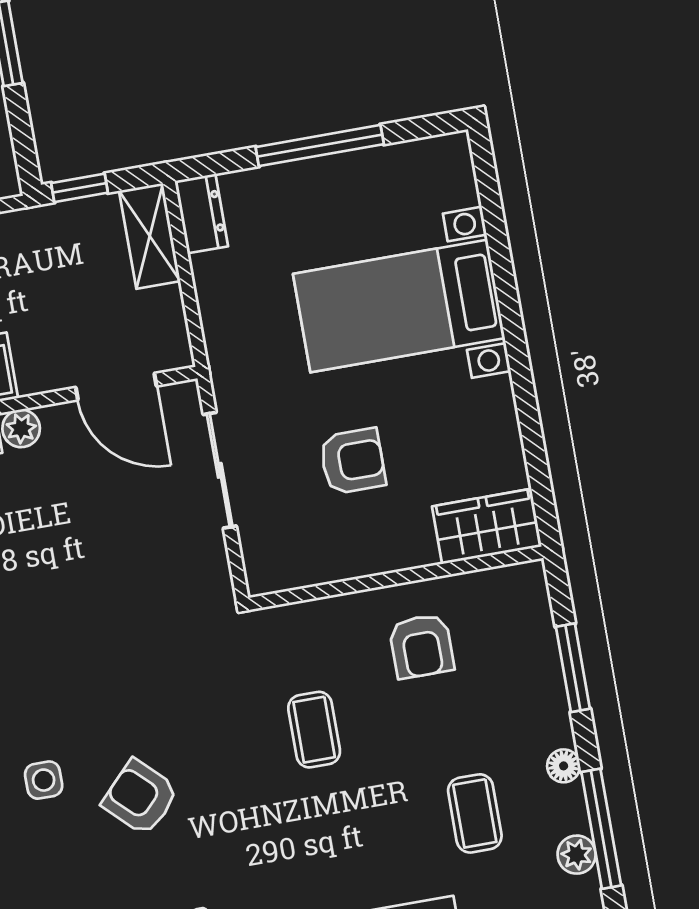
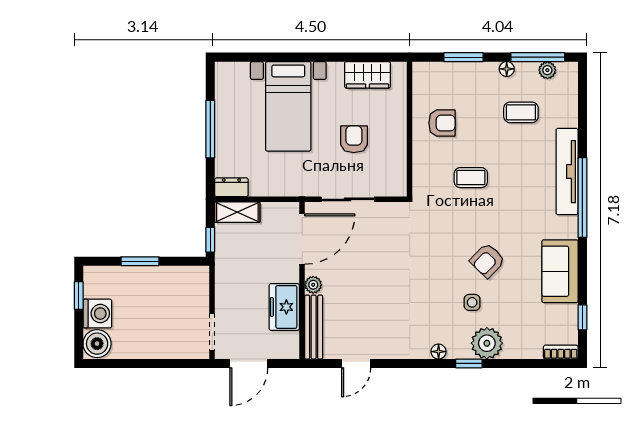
door: (116, 387) -> (302, 239), width x1.36
wardrobe: (487, 526) -> (367, 75), moved, turned -90

